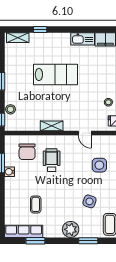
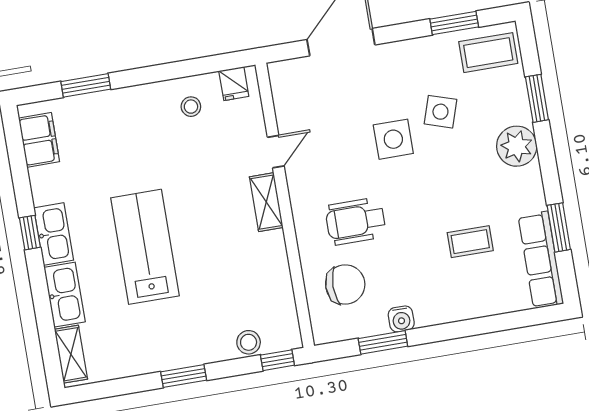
window: (40, 30) -> (30, 233), moved
kitchen sink: (42, 39) -> (65, 295), added
kitchen sink: (83, 39) -> (54, 234), moved
shelving: (52, 126) -> (266, 202), moved
side table: (99, 165) -> (393, 139), moved

